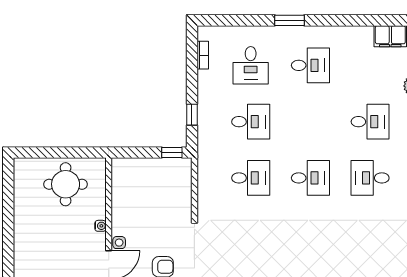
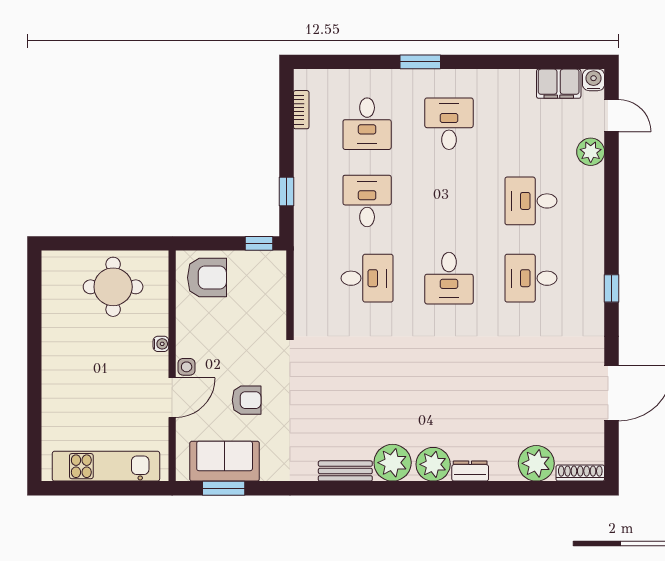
desk: (310, 65) -> (449, 124), turned -90
desk: (251, 122) -> (367, 201), turned -90
desk: (370, 122) -> (531, 201), turned 180
armchair: (134, 177) -> (207, 278), added
desk: (310, 178) -> (449, 278), turned 90

